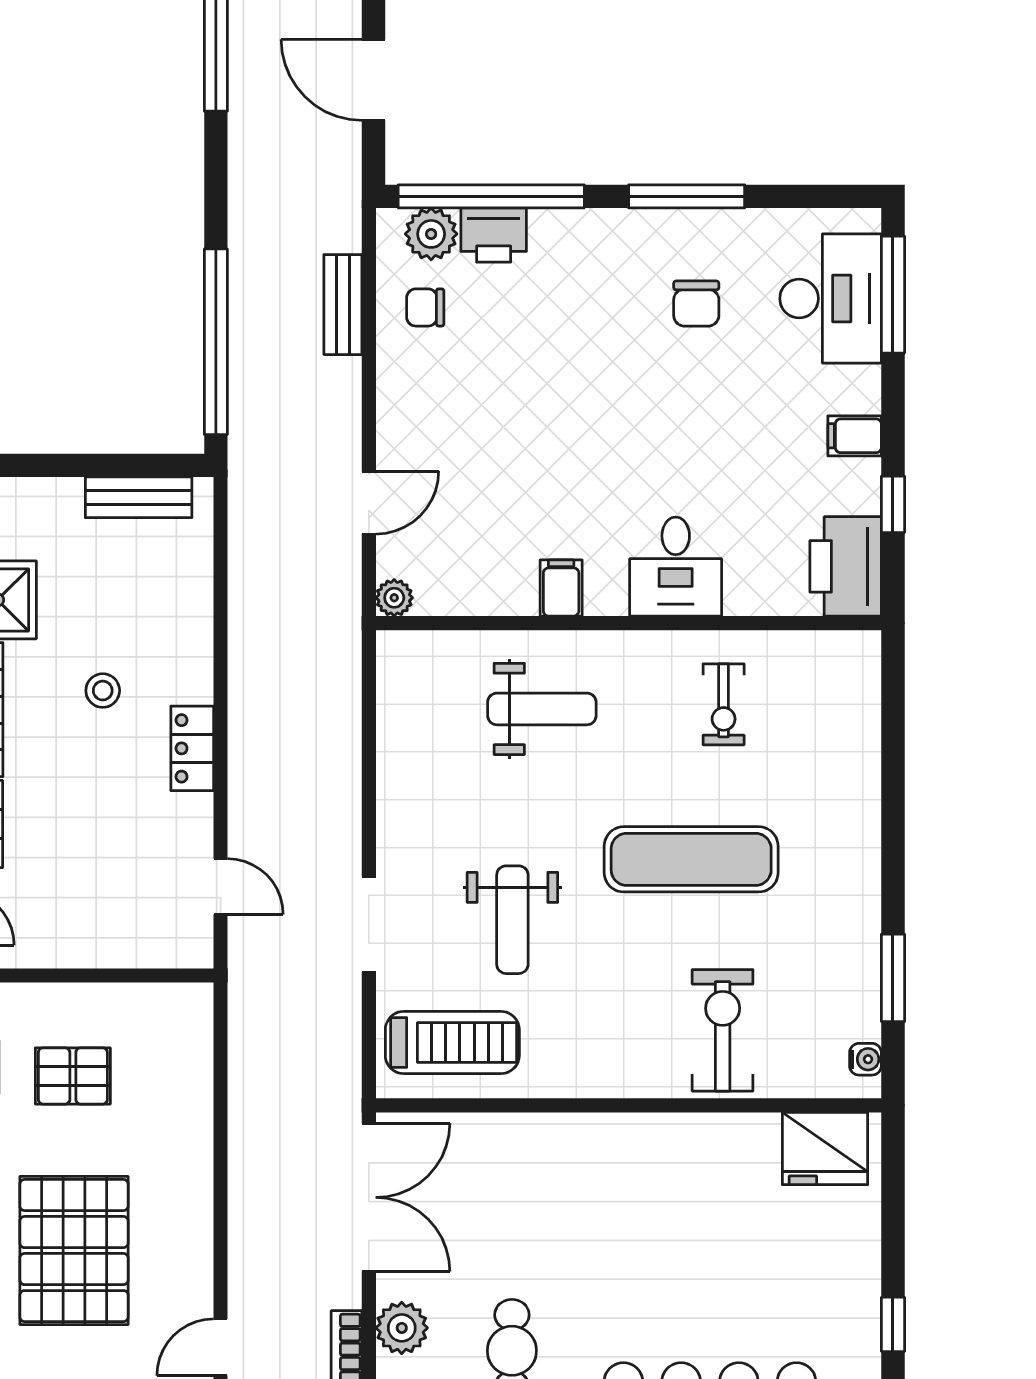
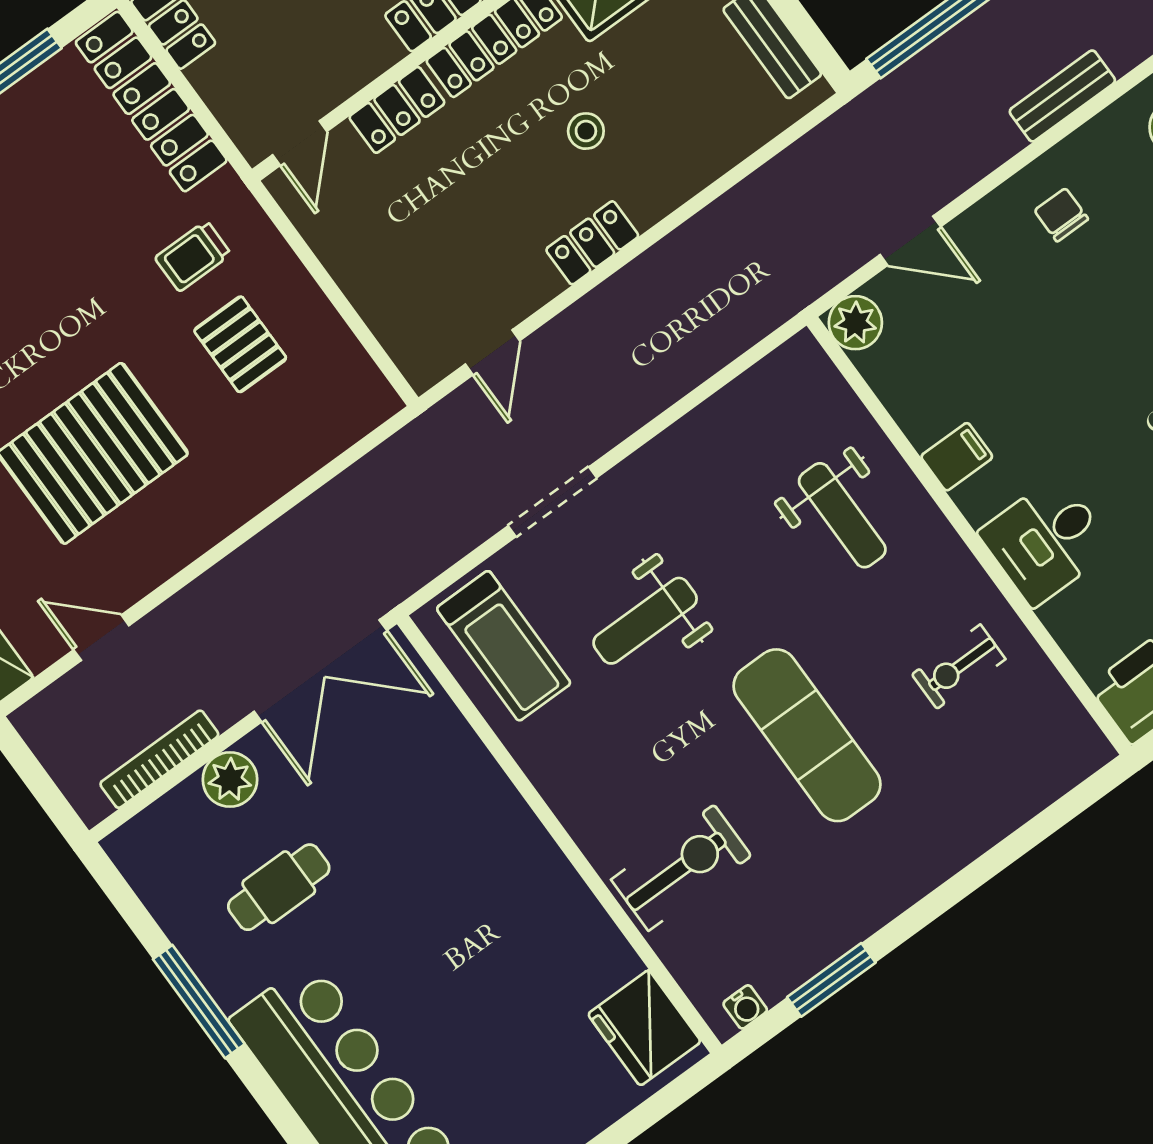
chair: (425, 307) -> (1061, 215), moved
plant: (394, 598) -> (855, 323), width x1.38, depth x1.38

